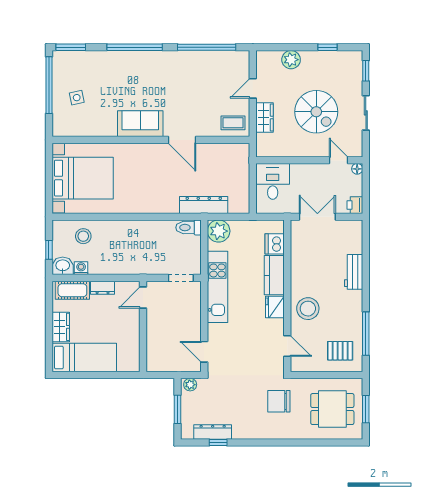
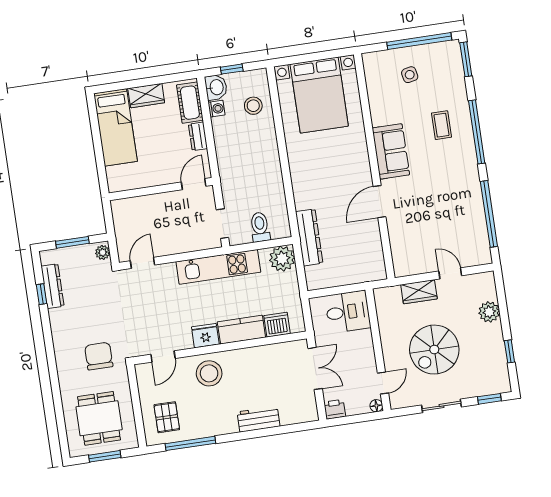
coffee table: (233, 123) -> (441, 125), moved
toilet: (188, 228) -> (260, 227), moved
door: (143, 298) -> (194, 184), hinge flipped

